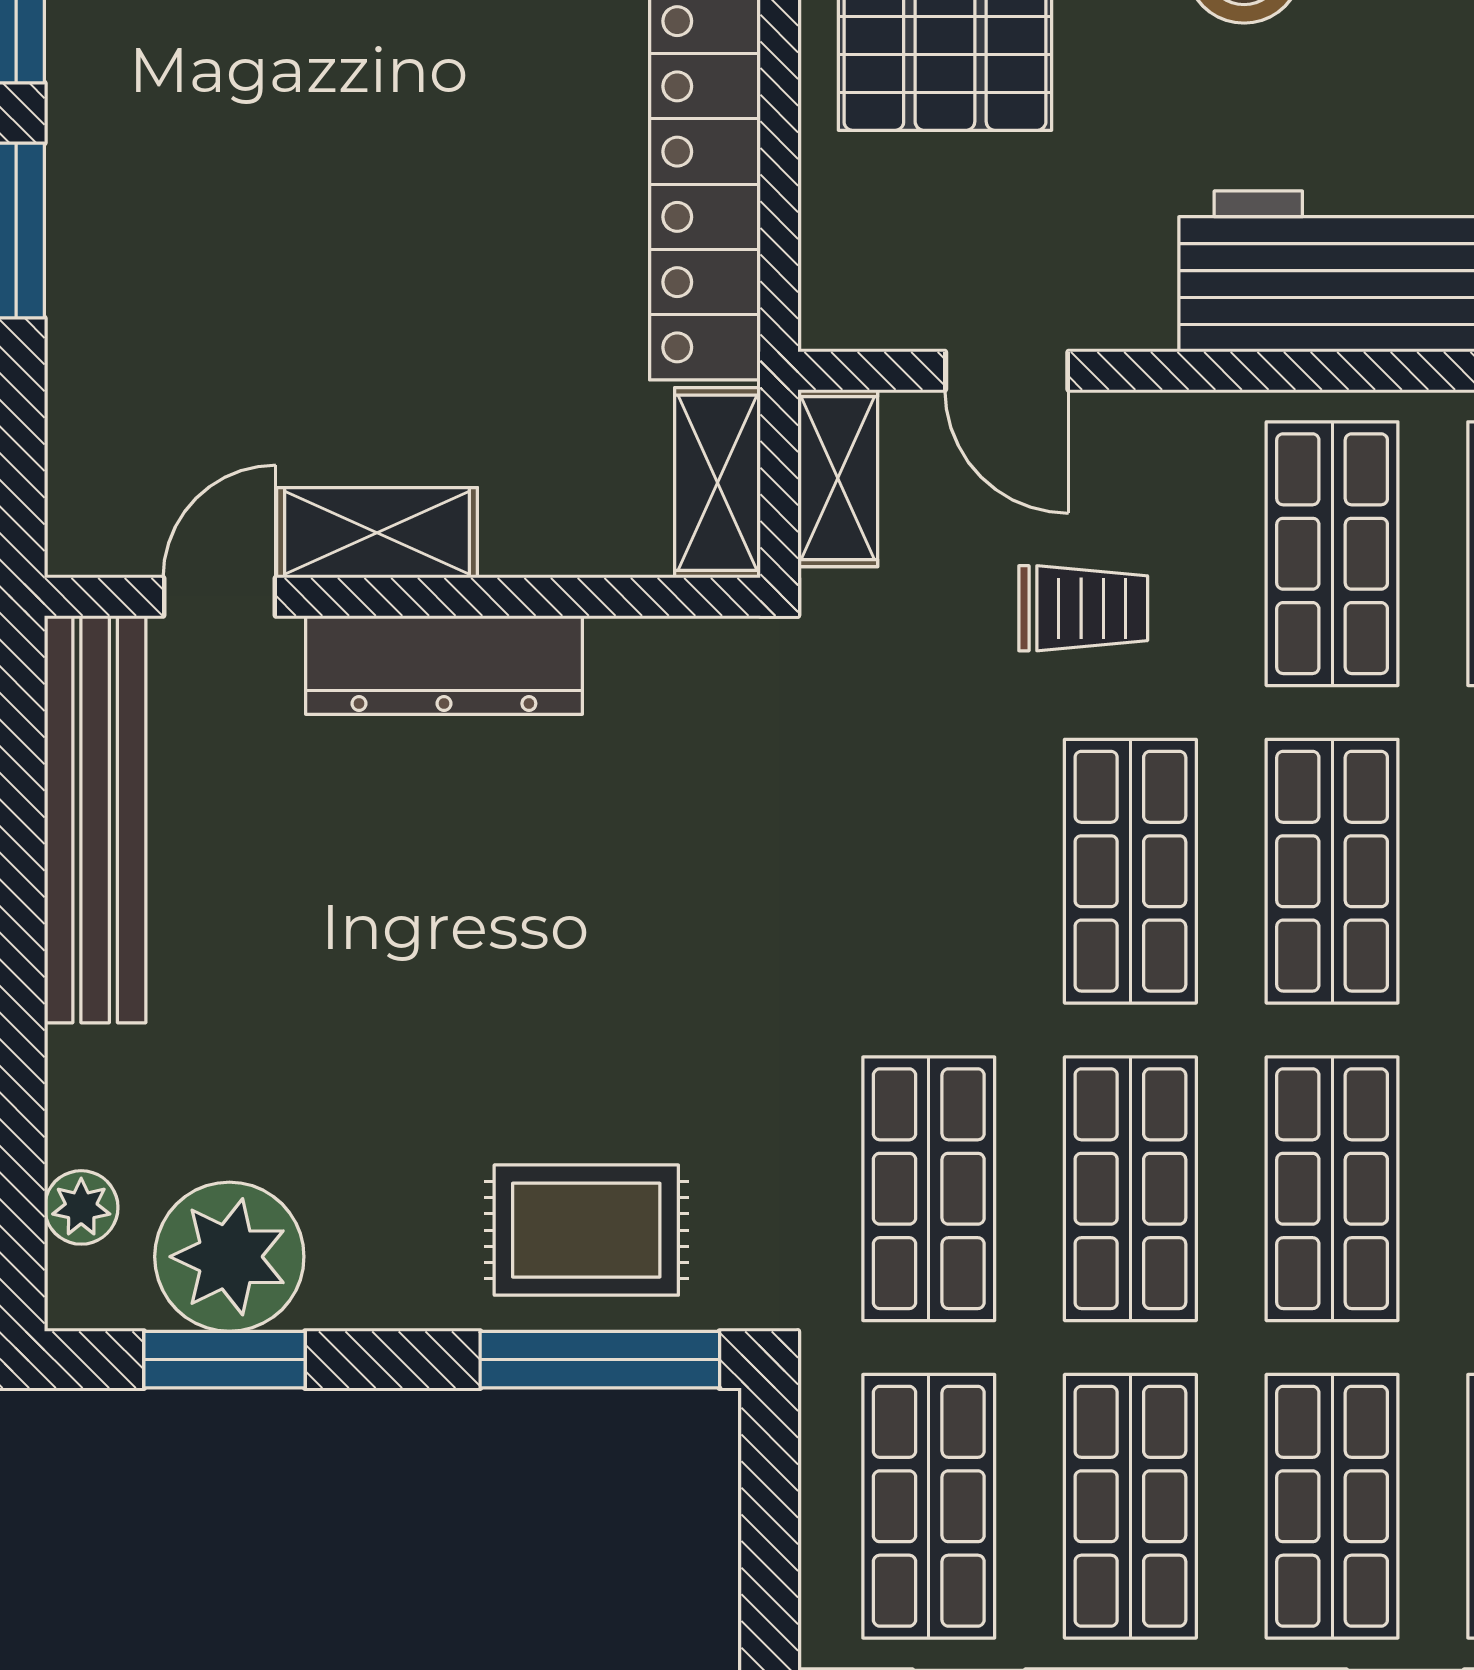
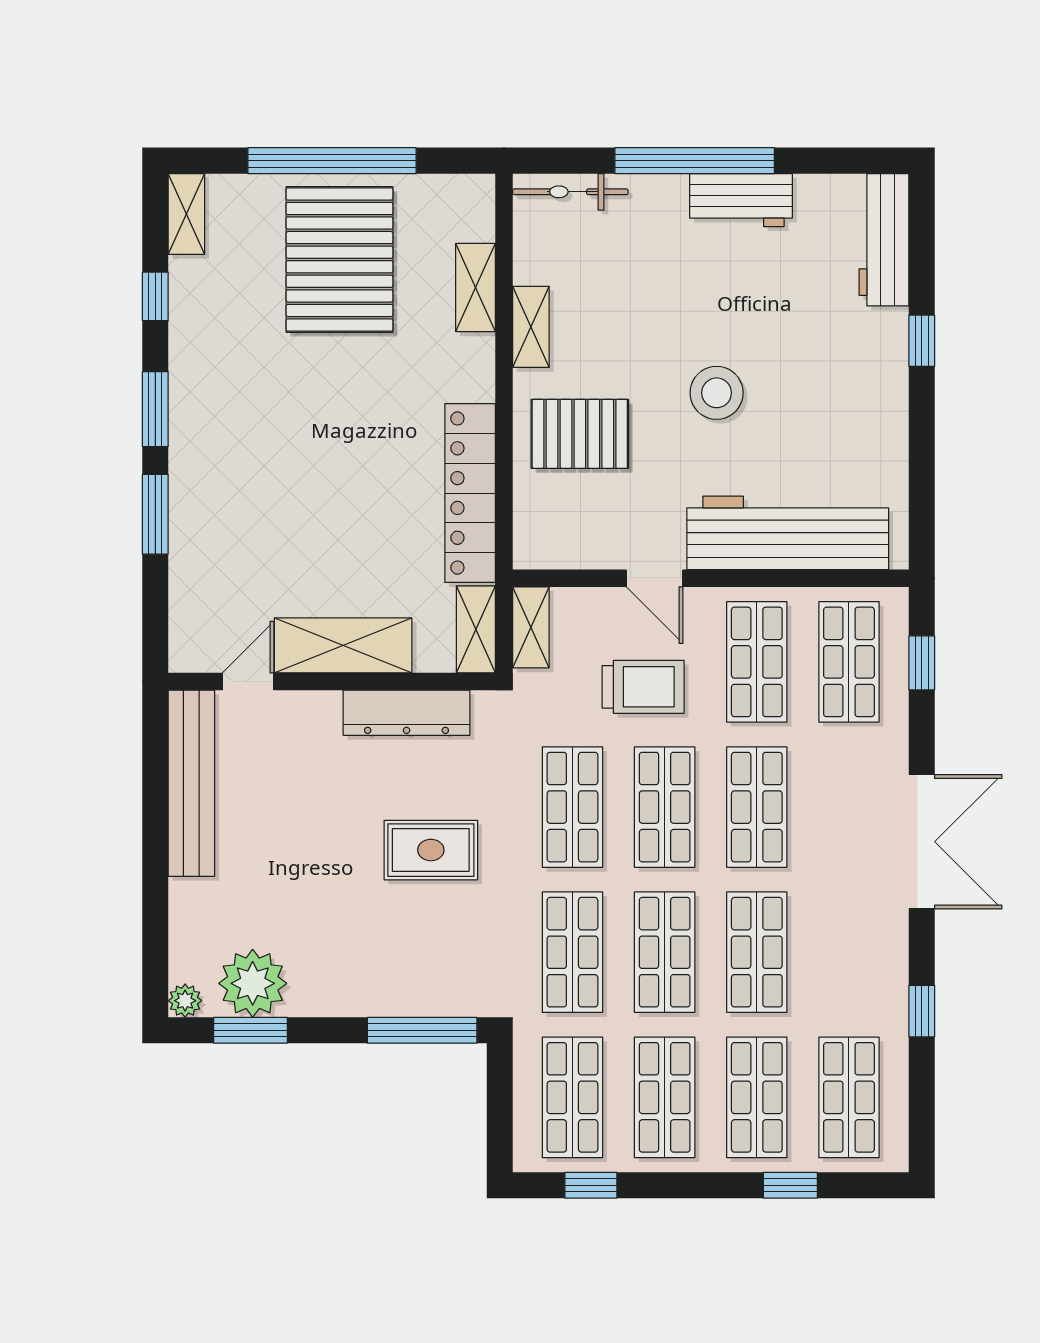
door: (1007, 371) -> (655, 578), moved
shelving: (377, 533) -> (343, 645), width x1.50, depth x1.33
trolley: (1083, 608) -> (643, 687), width x1.36, depth x1.39
dresser: (444, 665) -> (407, 713), moved
shop shelf: (929, 871) -> (572, 807), added
plant: (81, 1207) -> (185, 1001), moved
rug: (586, 1230) -> (431, 850), moved

